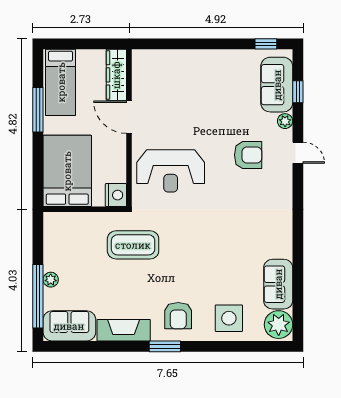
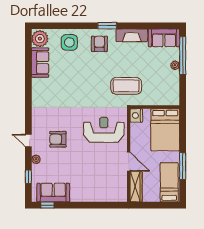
sofa: (277, 85) -> (53, 193), moved, turned -90

